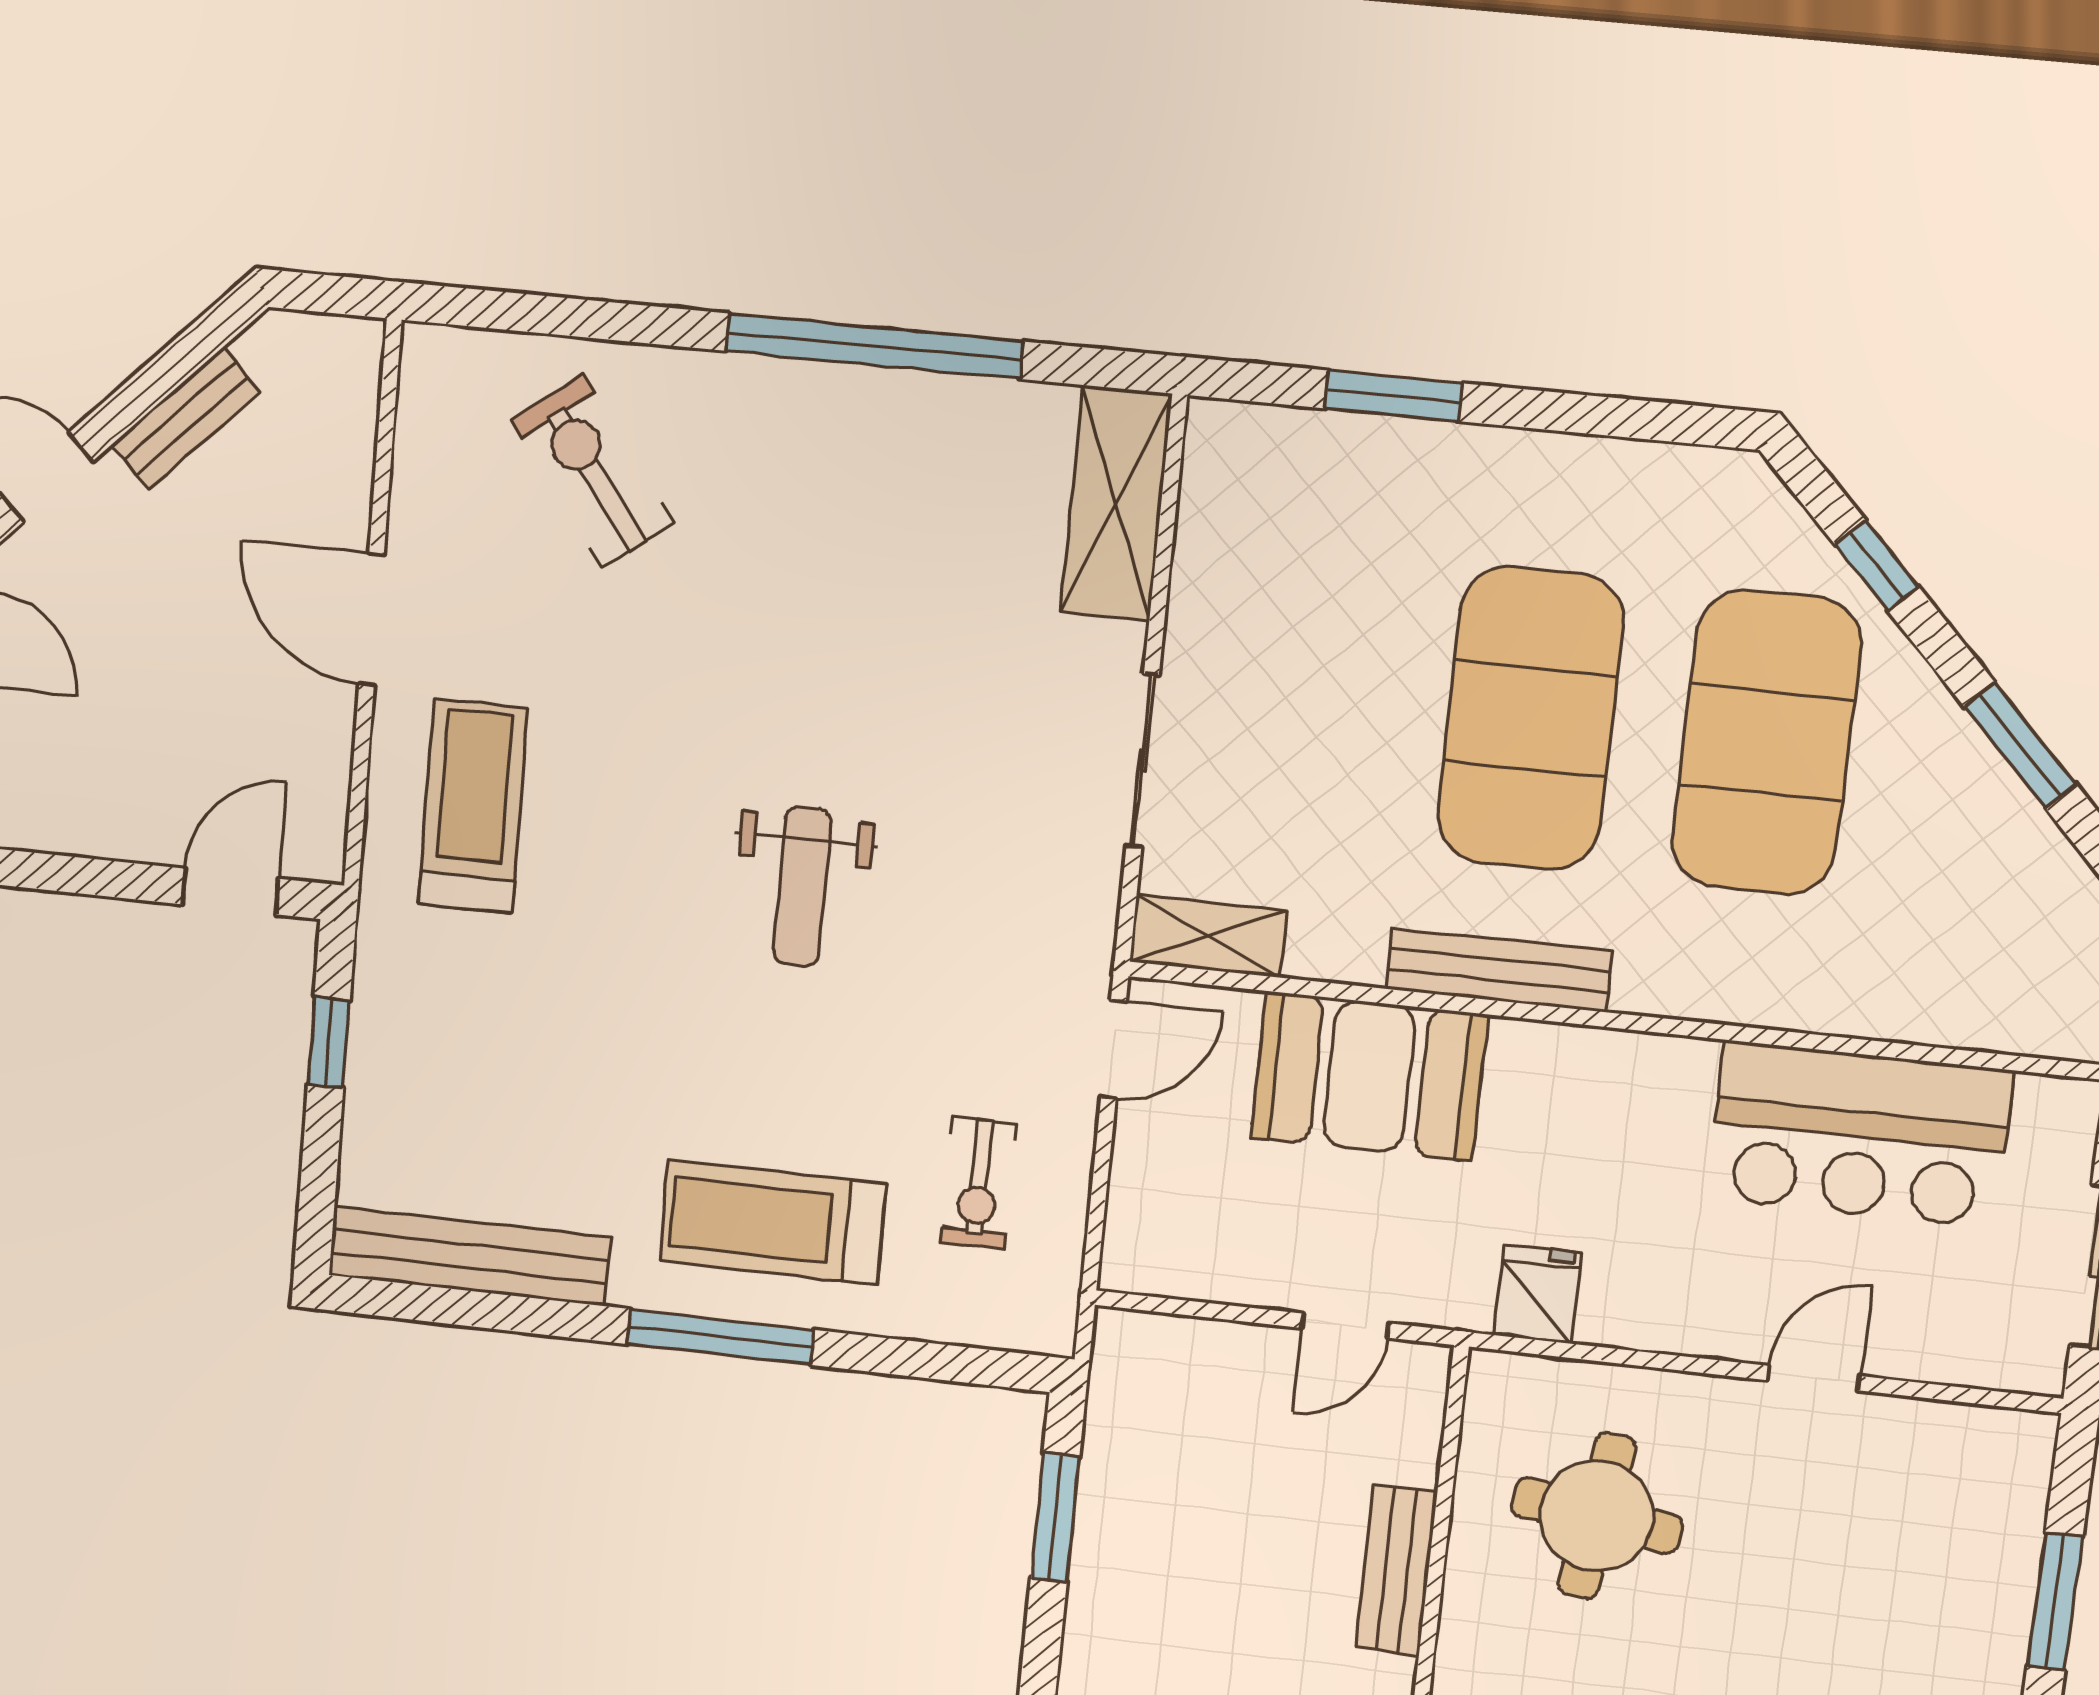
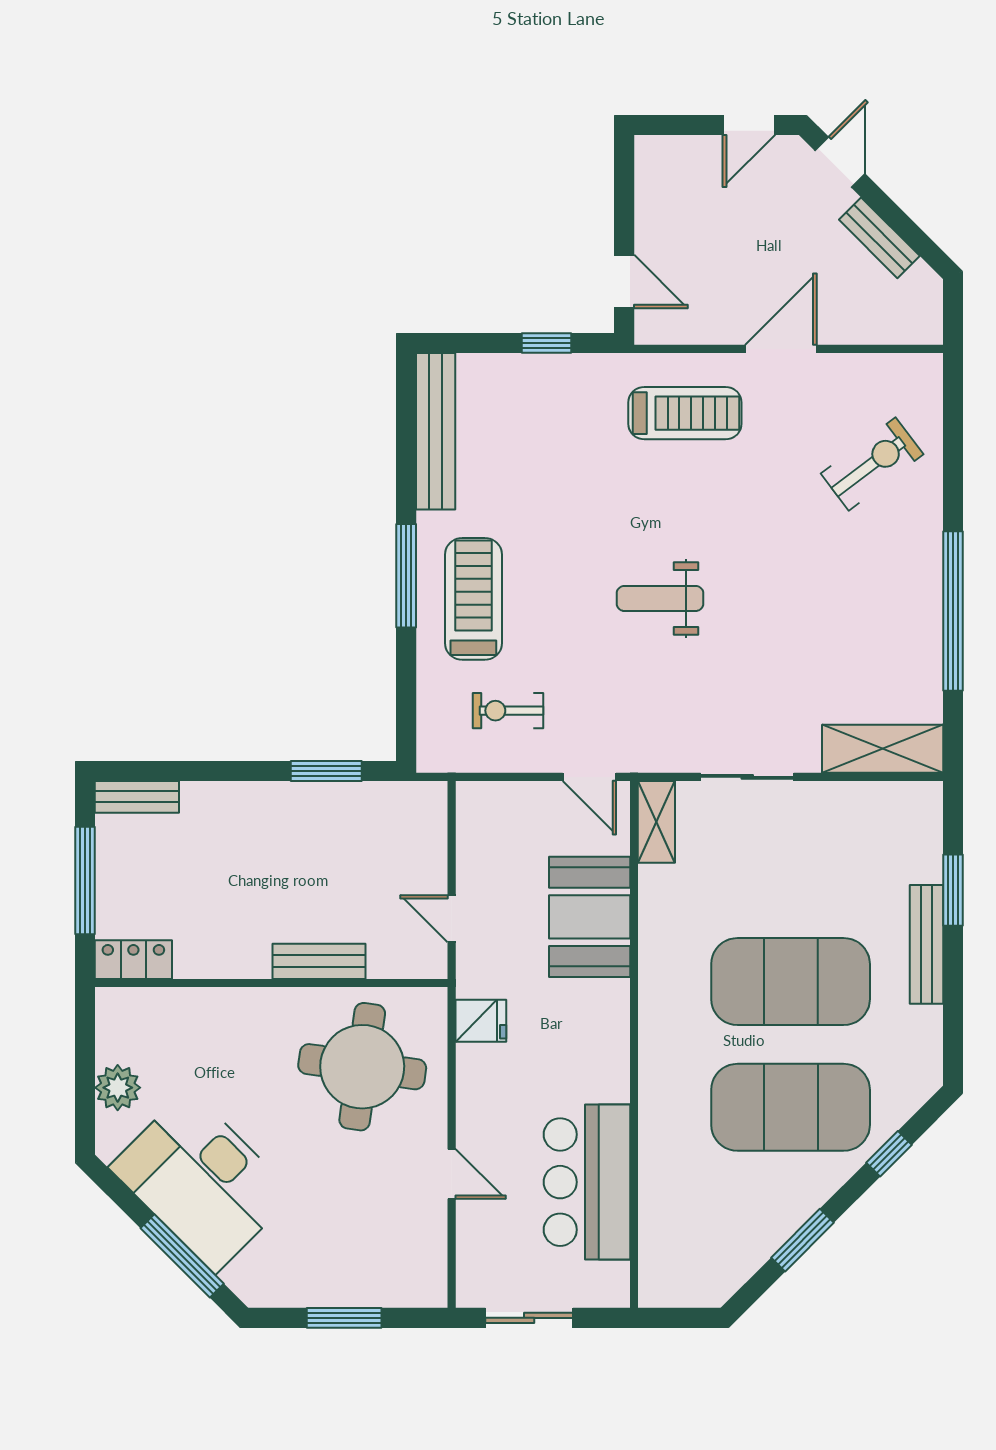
bench: (1499, 970) -> (926, 944), moved
round table: (1597, 1516) -> (362, 1067), width x1.36, depth x1.36

